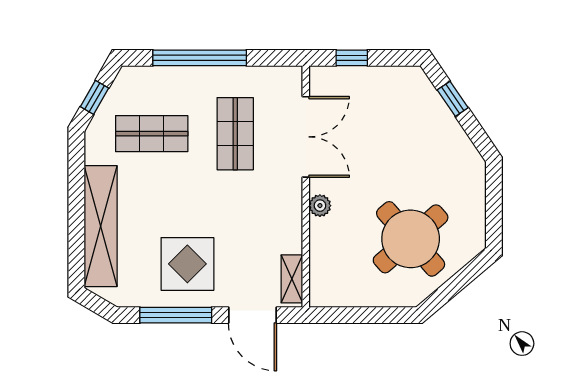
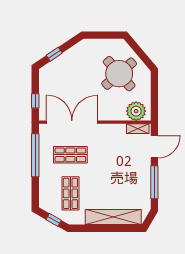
window: (200, 58) -> (35, 155), moved
double door: (306, 137) -> (72, 122), width x1.36
plant: (320, 206) -> (136, 111), moved, width x1.88, depth x1.88
display table: (187, 264) -> (131, 177), removed

